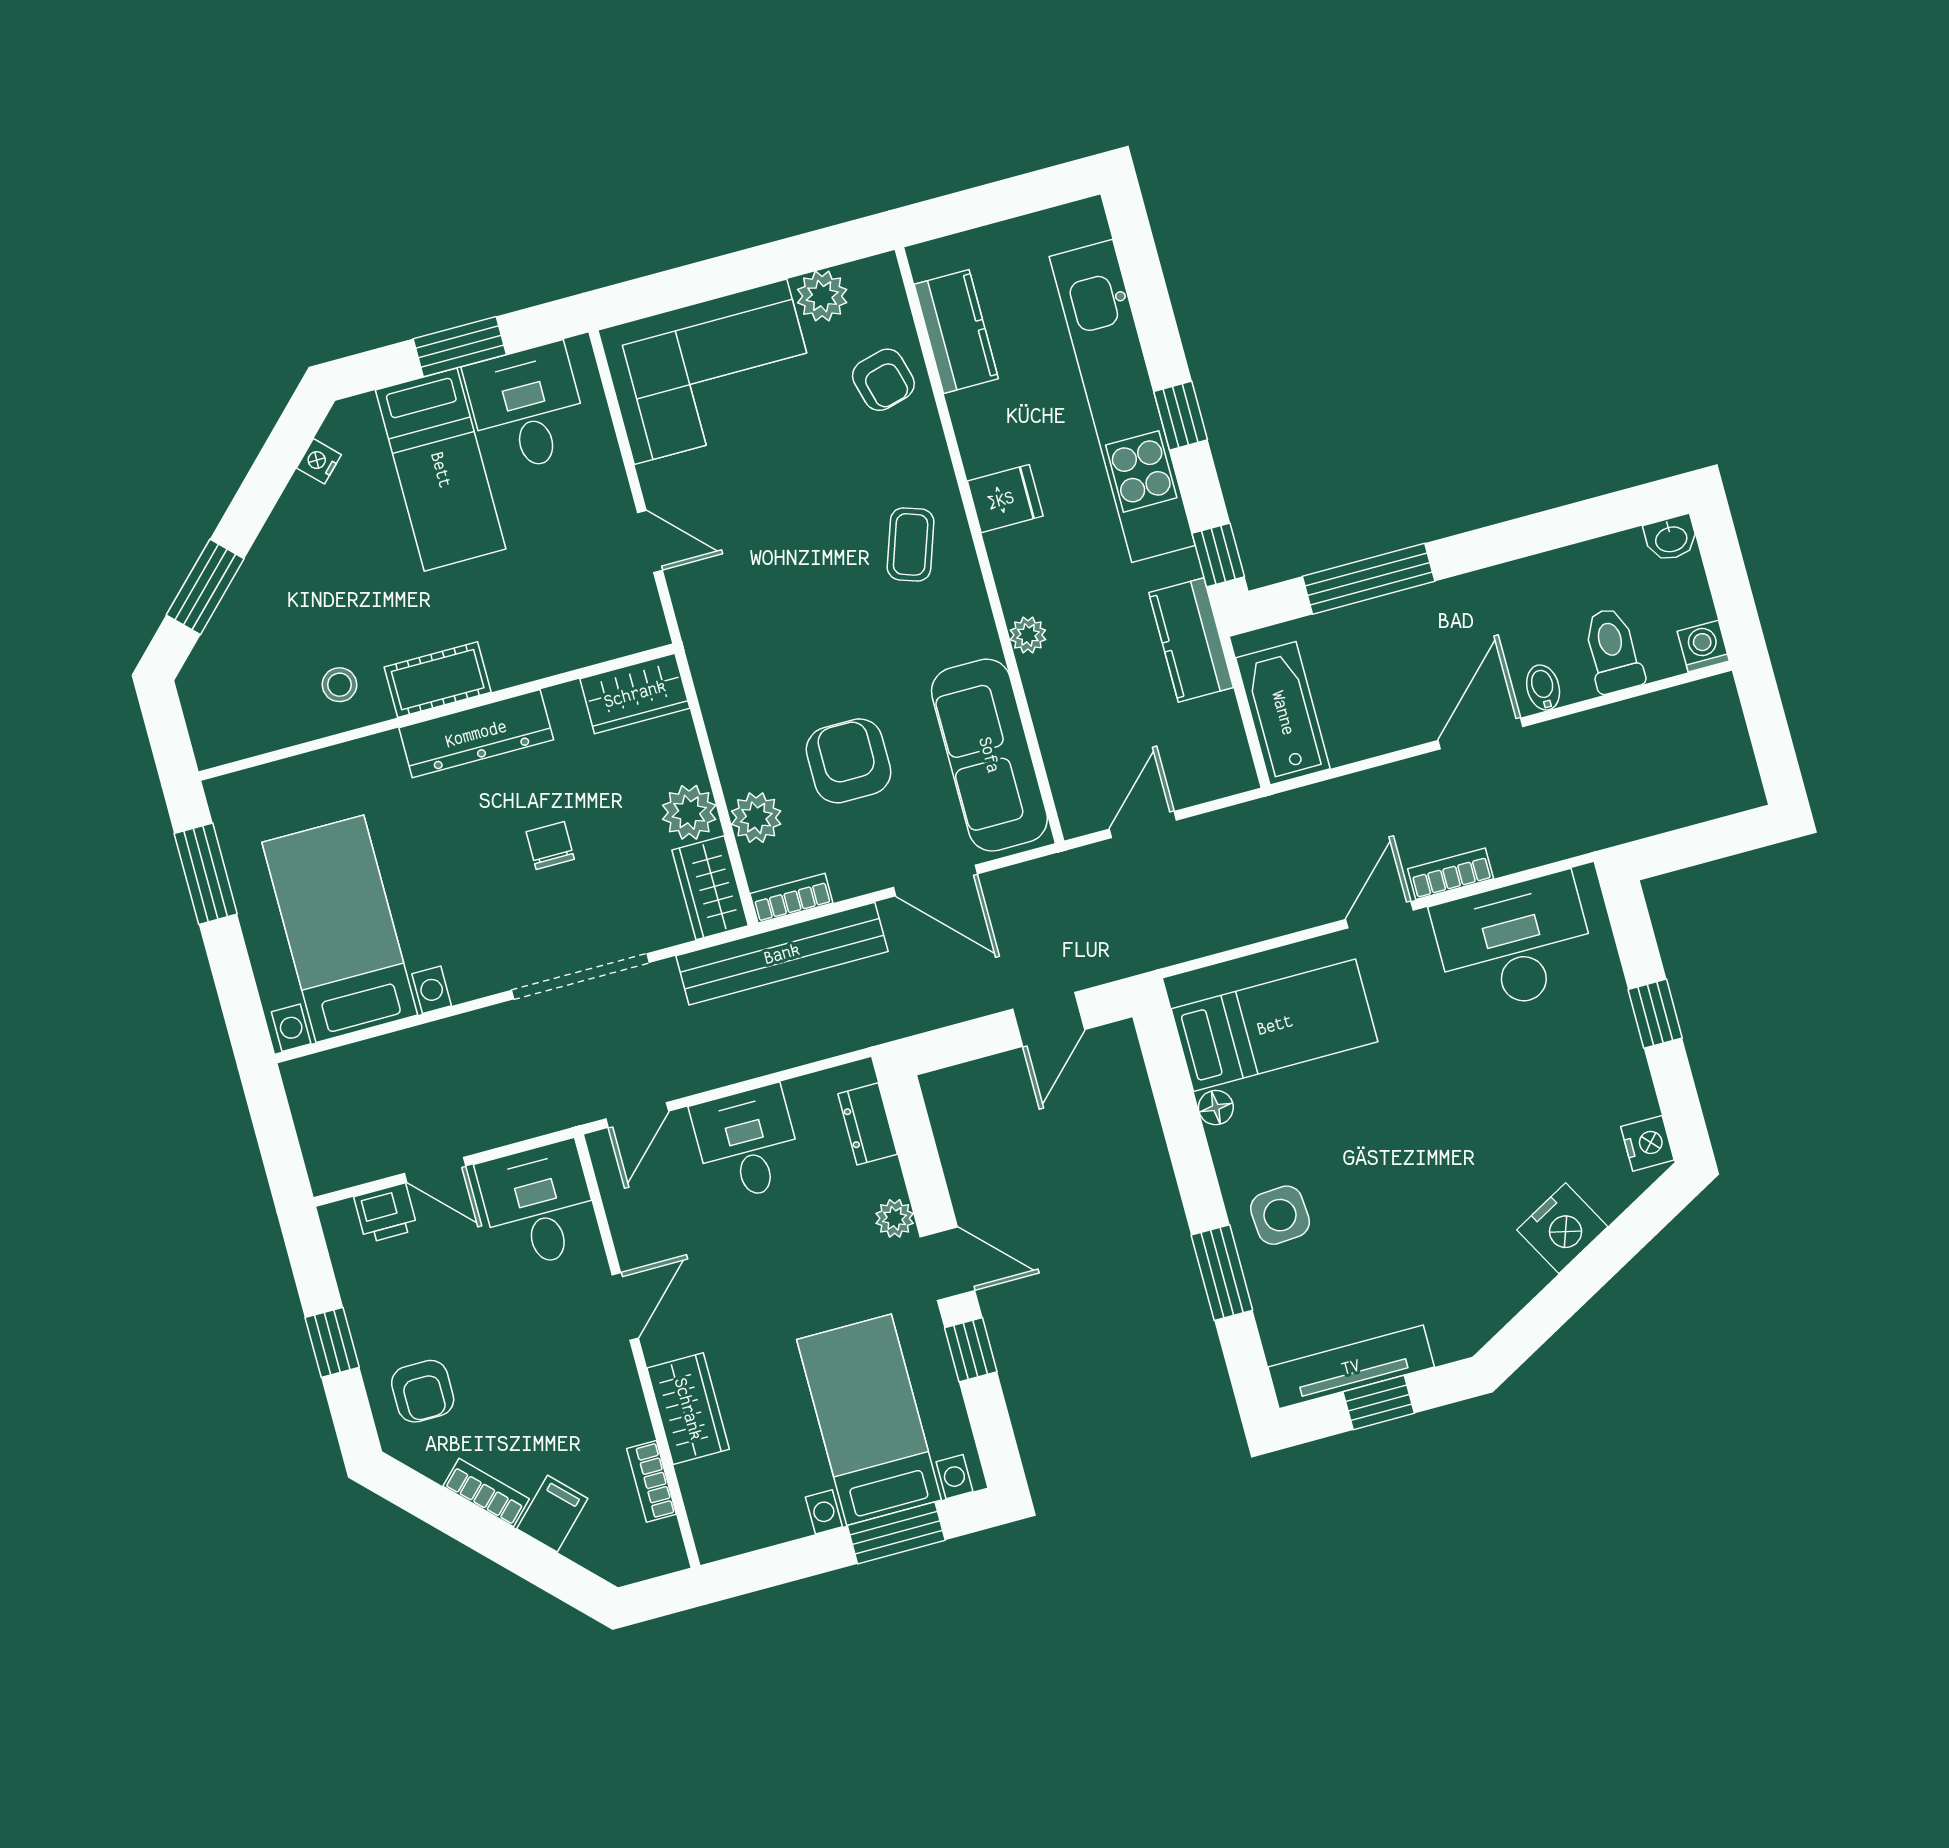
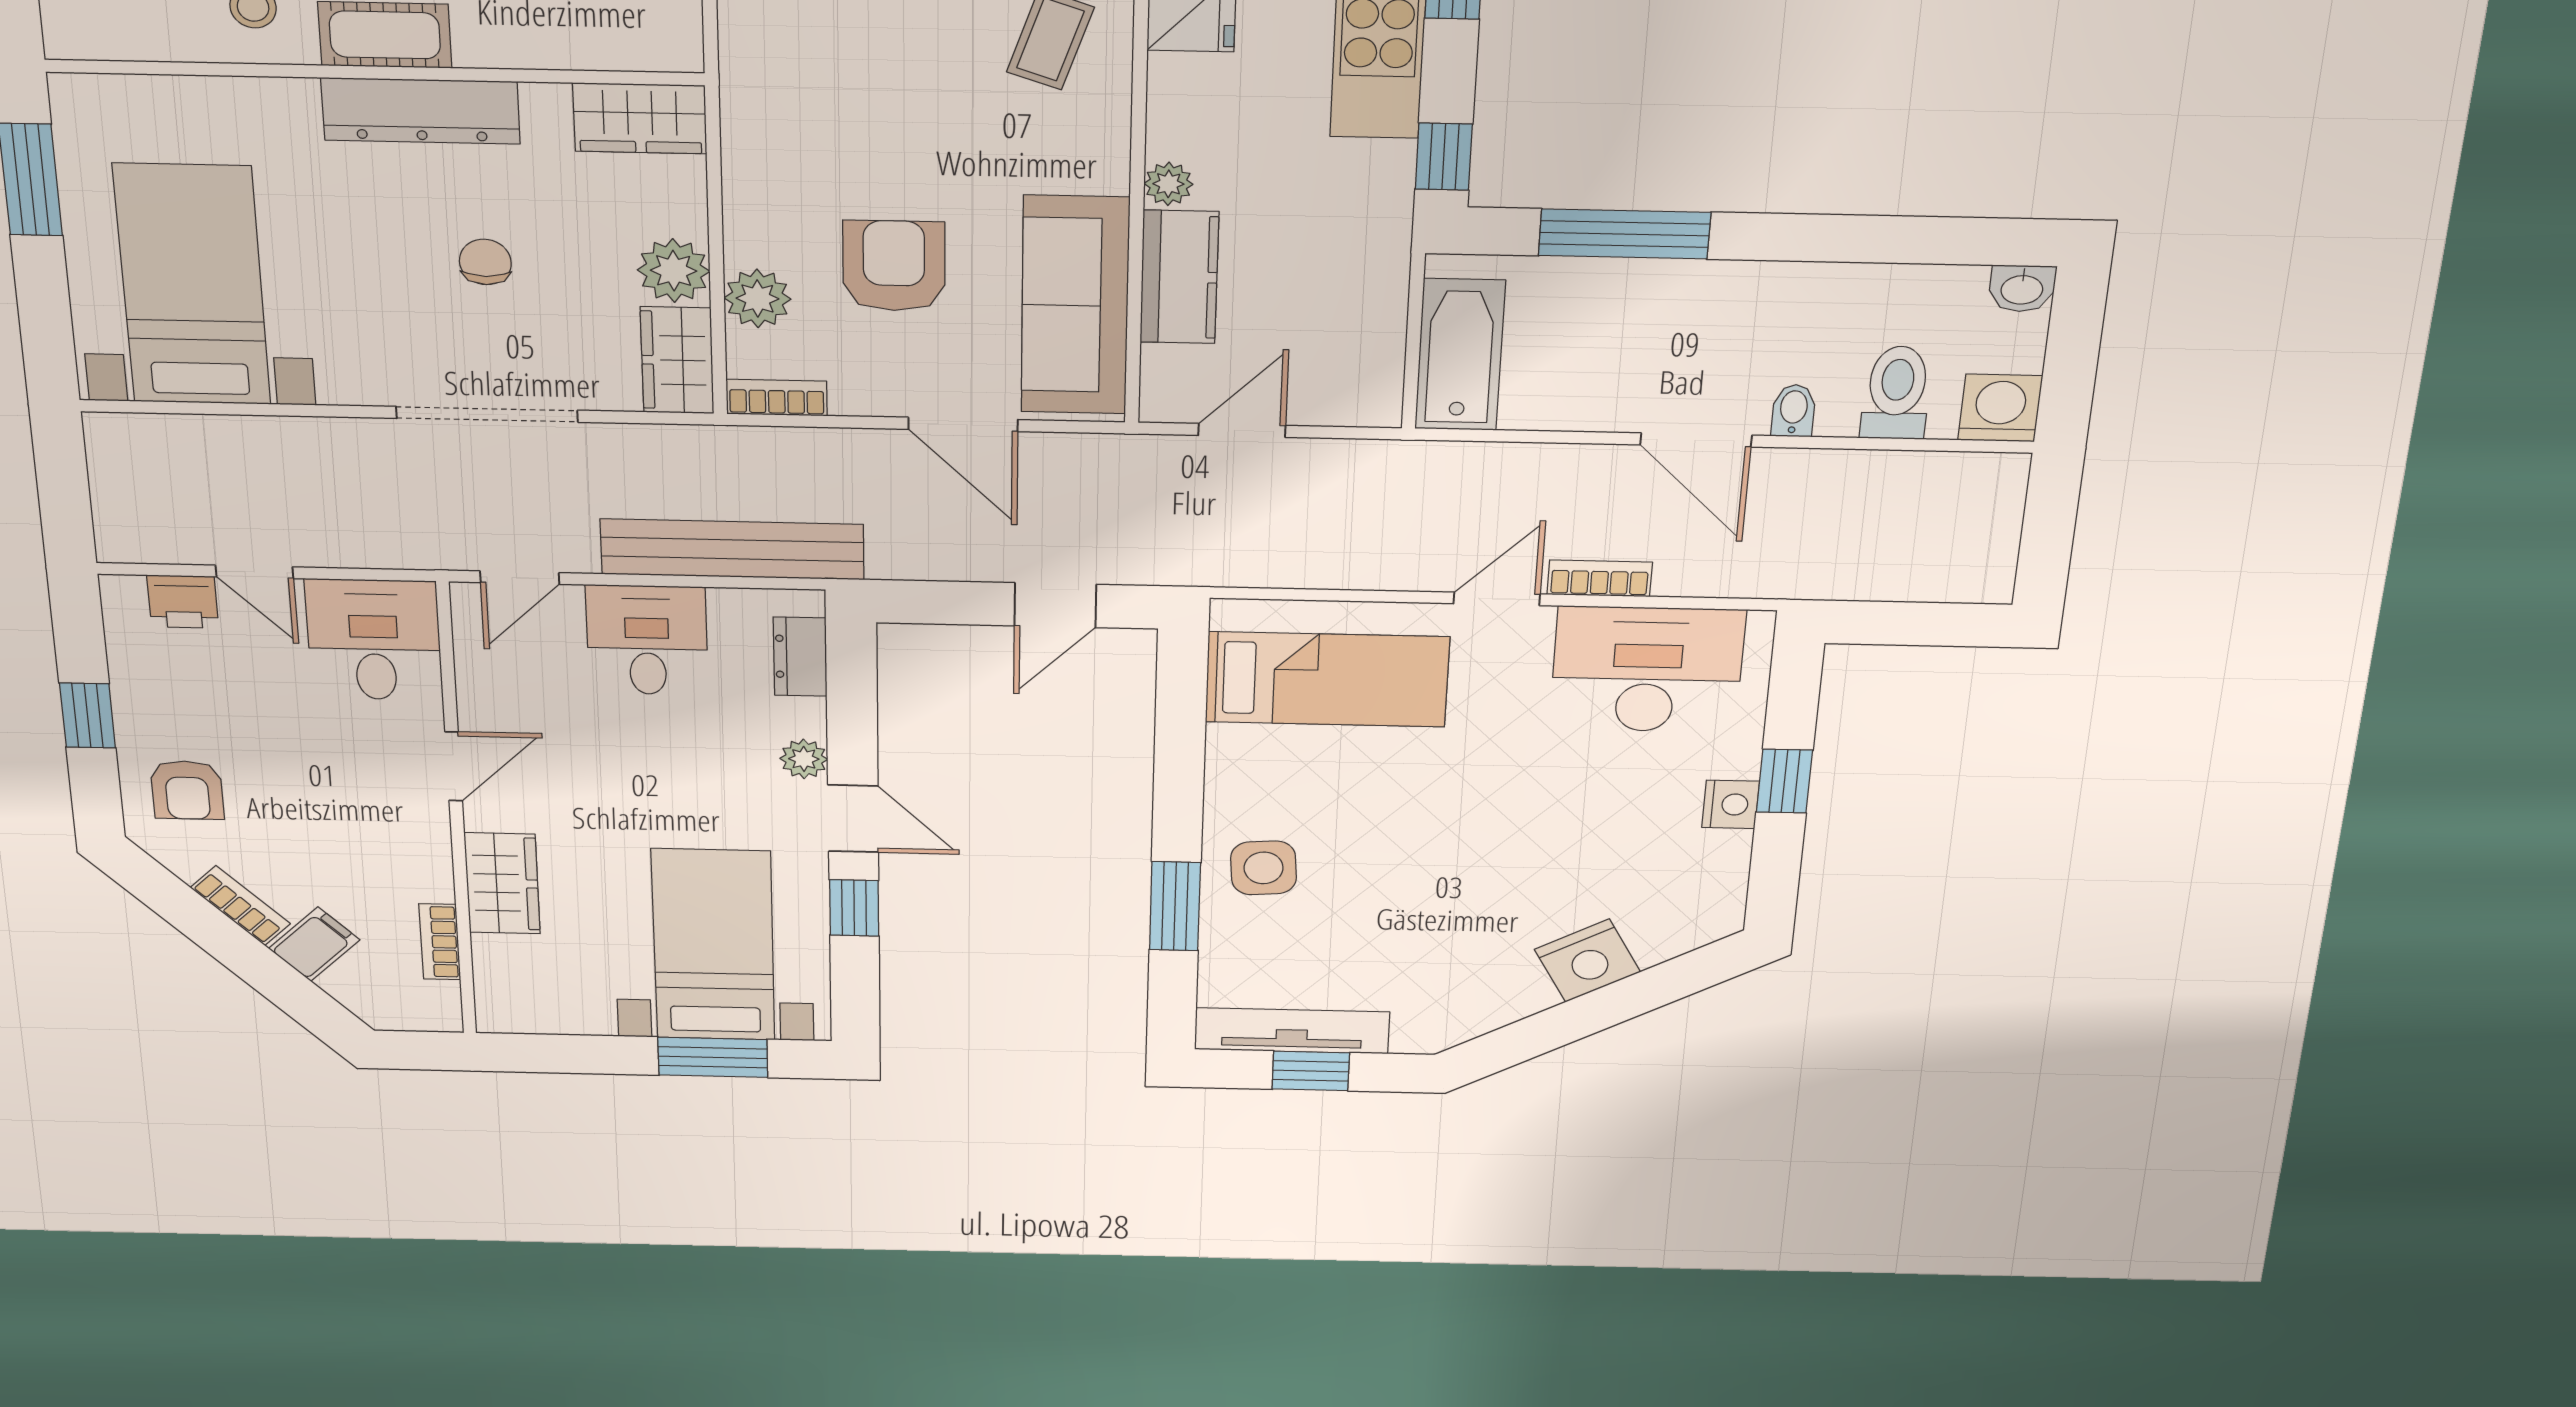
kitchen counter: (1191, 640) -> (1179, 277), moved, turned 180
washing machine: (1703, 646) -> (2000, 408), width x1.38, depth x1.38
door: (1480, 733) -> (1696, 440), swing flipped
bench: (782, 954) -> (732, 549), moved
floor lamp: (1216, 1108) -> (1226, 744), removed
nightstand: (1647, 1143) -> (1731, 804), moved

